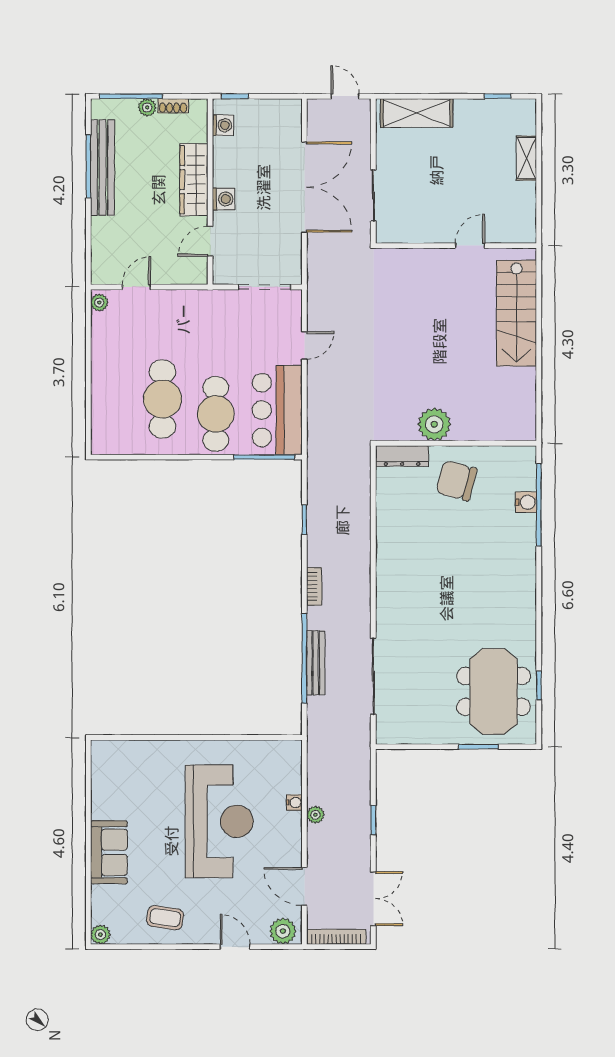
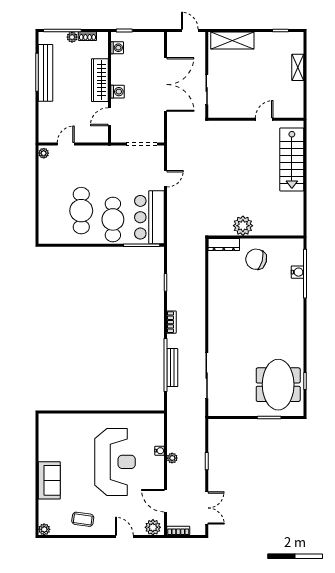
bookcase: (336, 937) -> (178, 531), width x0.64

